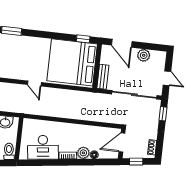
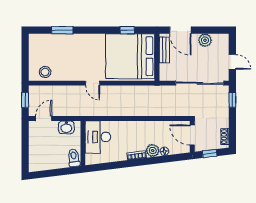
window: (83, 39) -> (127, 30), moved
bench: (103, 77) -> (164, 50), moved
door: (122, 142) -> (192, 135), hinge flipped
desk: (43, 147) -> (98, 137), moved, turned 97

